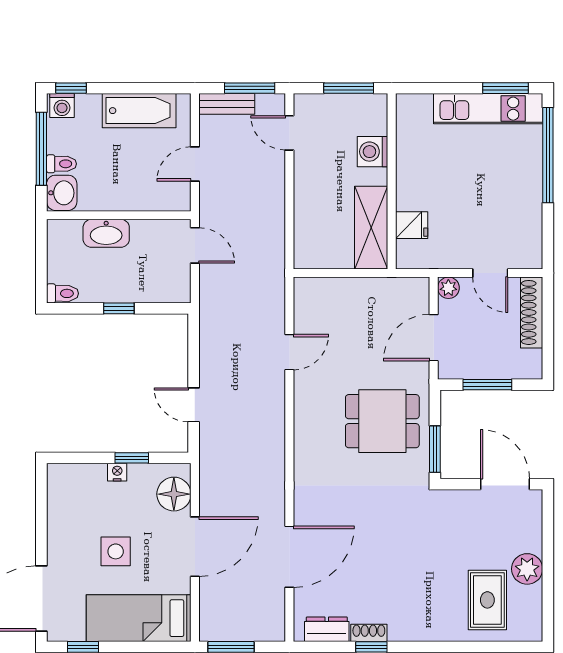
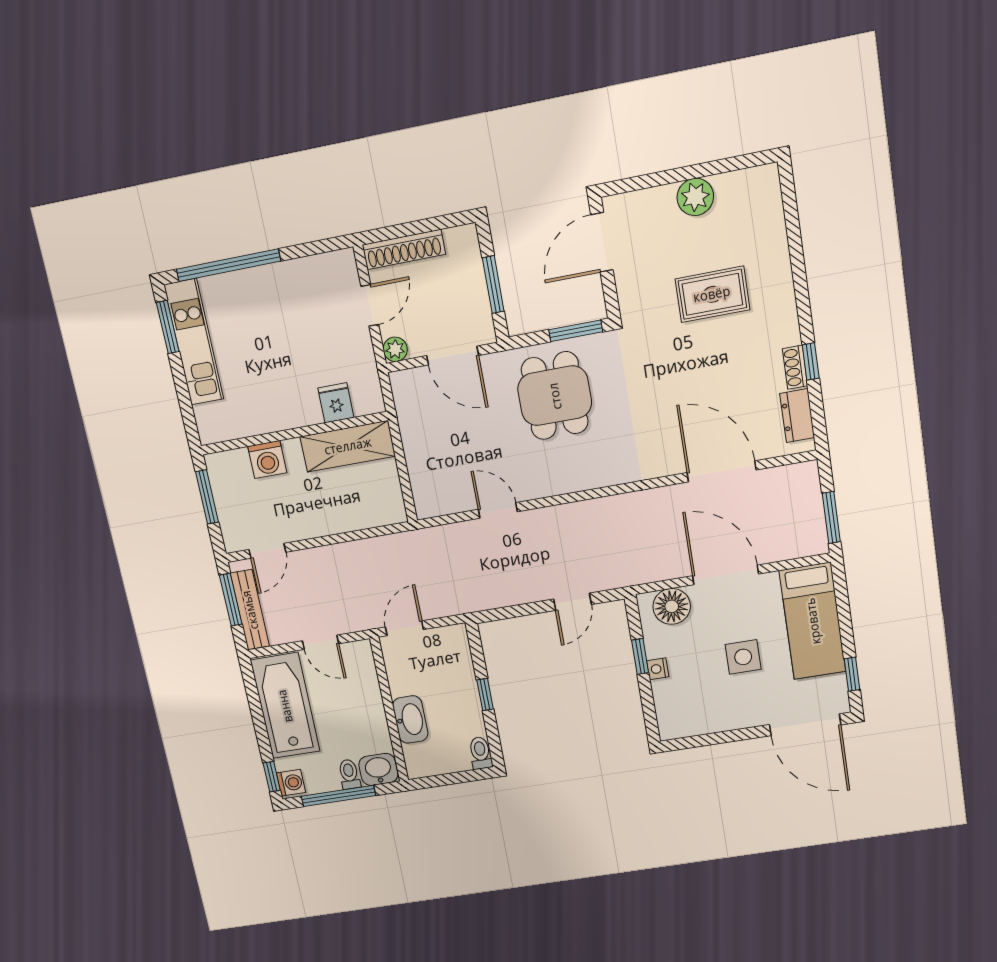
bench: (227, 104) -> (250, 610), width x1.36
bathtub: (139, 111) -> (285, 706), width x1.36, depth x1.36
rug: (487, 600) -> (712, 294), moved

